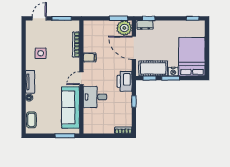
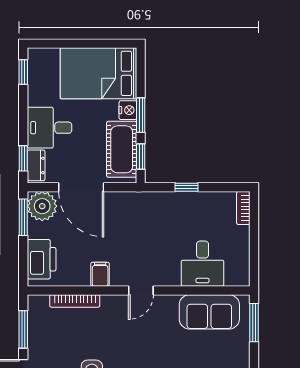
desk: (164, 32) -> (50, 128), added
door: (134, 48) -> (81, 187), hinge flipped
door: (81, 78) -> (141, 290), hinge flipped
printer: (125, 81) -> (42, 259), moved, turned -90
desk: (95, 97) -> (203, 264), moved
sofa: (70, 108) -> (209, 312), width x0.73

